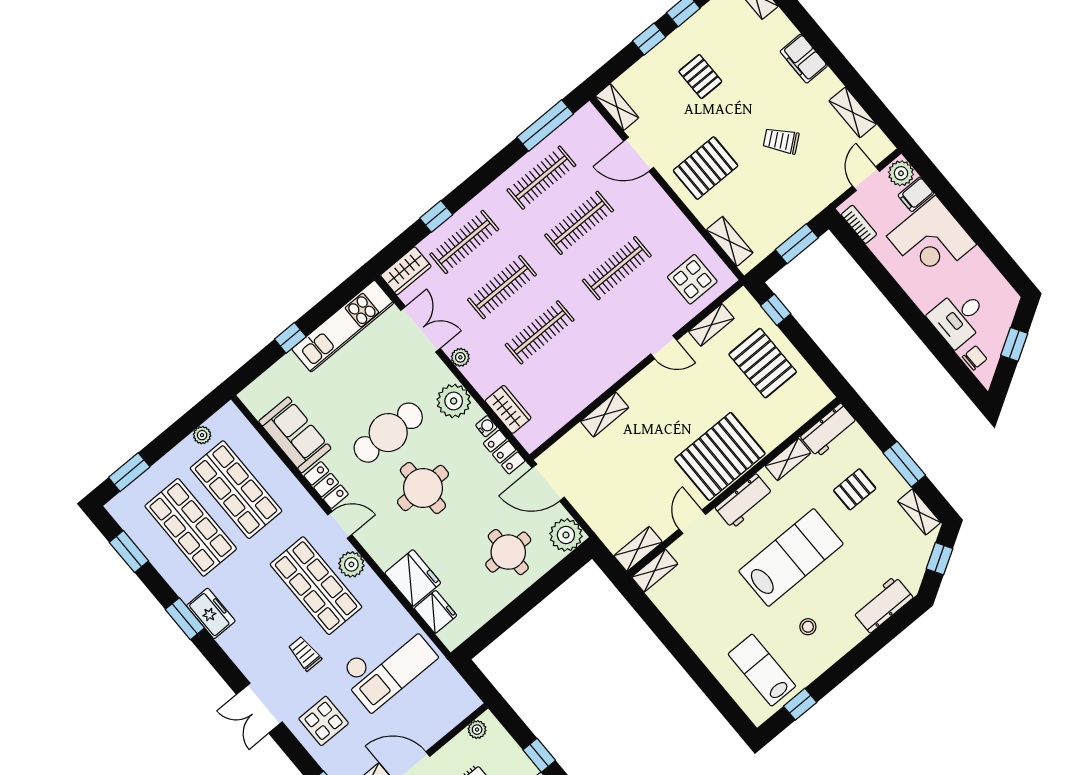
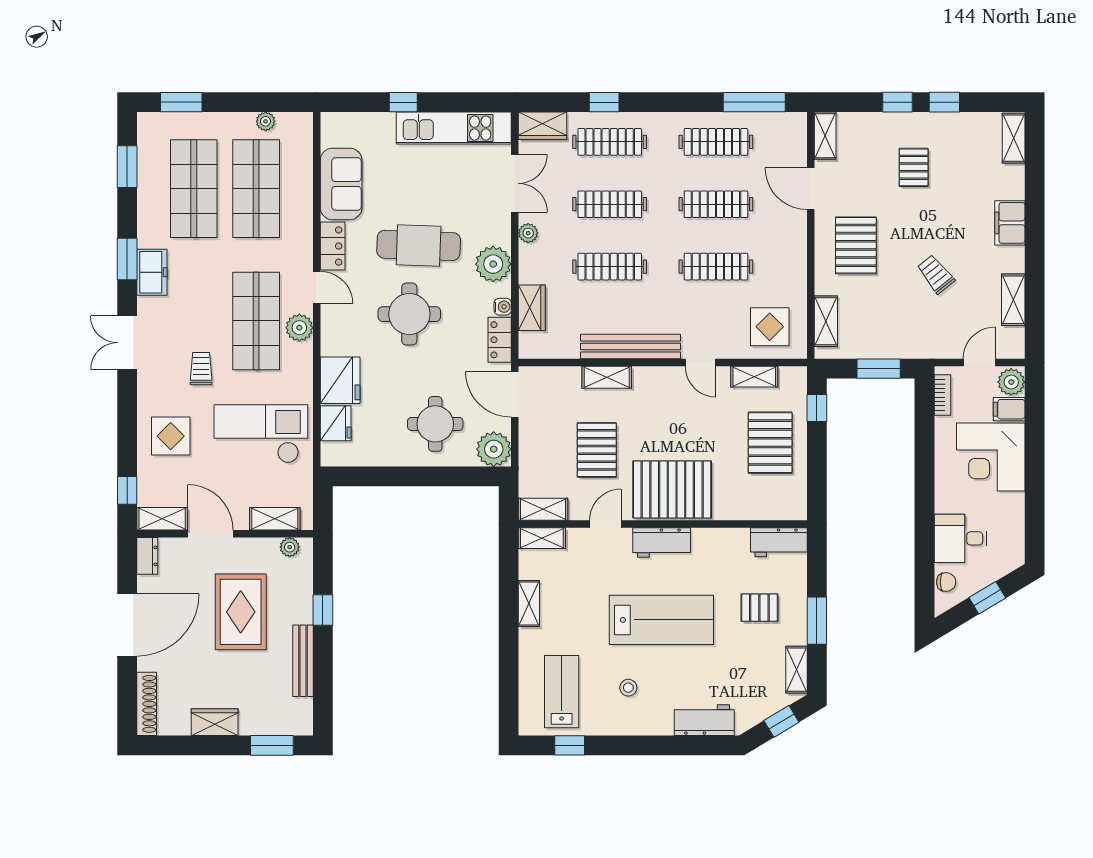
pallet: (706, 168) -> (856, 245), turned 90
bench: (603, 378) -> (631, 346), added
shelving: (788, 459) -> (529, 604), moved, turned 90
pallet: (641, 473) -> (597, 450), added
checkout: (388, 665) -> (261, 434), turned 180
double door: (259, 708) -> (127, 343), moved
shelving: (449, 718) -> (275, 519), added

